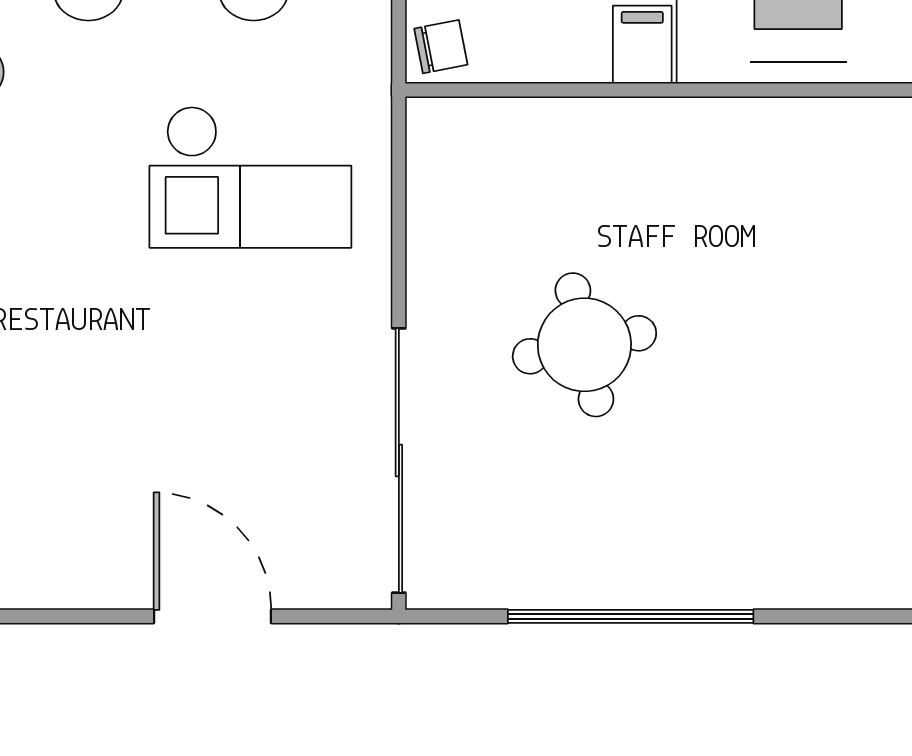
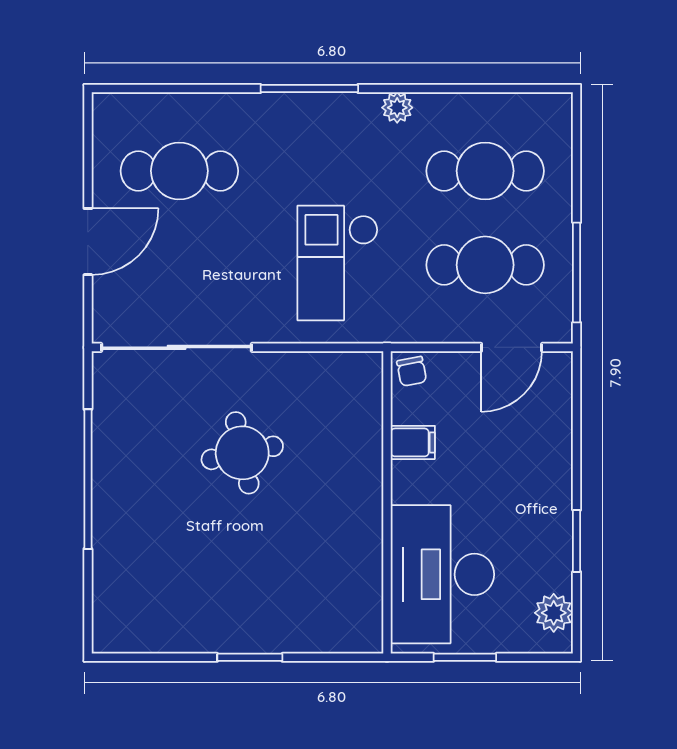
filing cabinet: (642, 45) -> (413, 442), moved
cafe table: (88, 455) -> (179, 171), added

